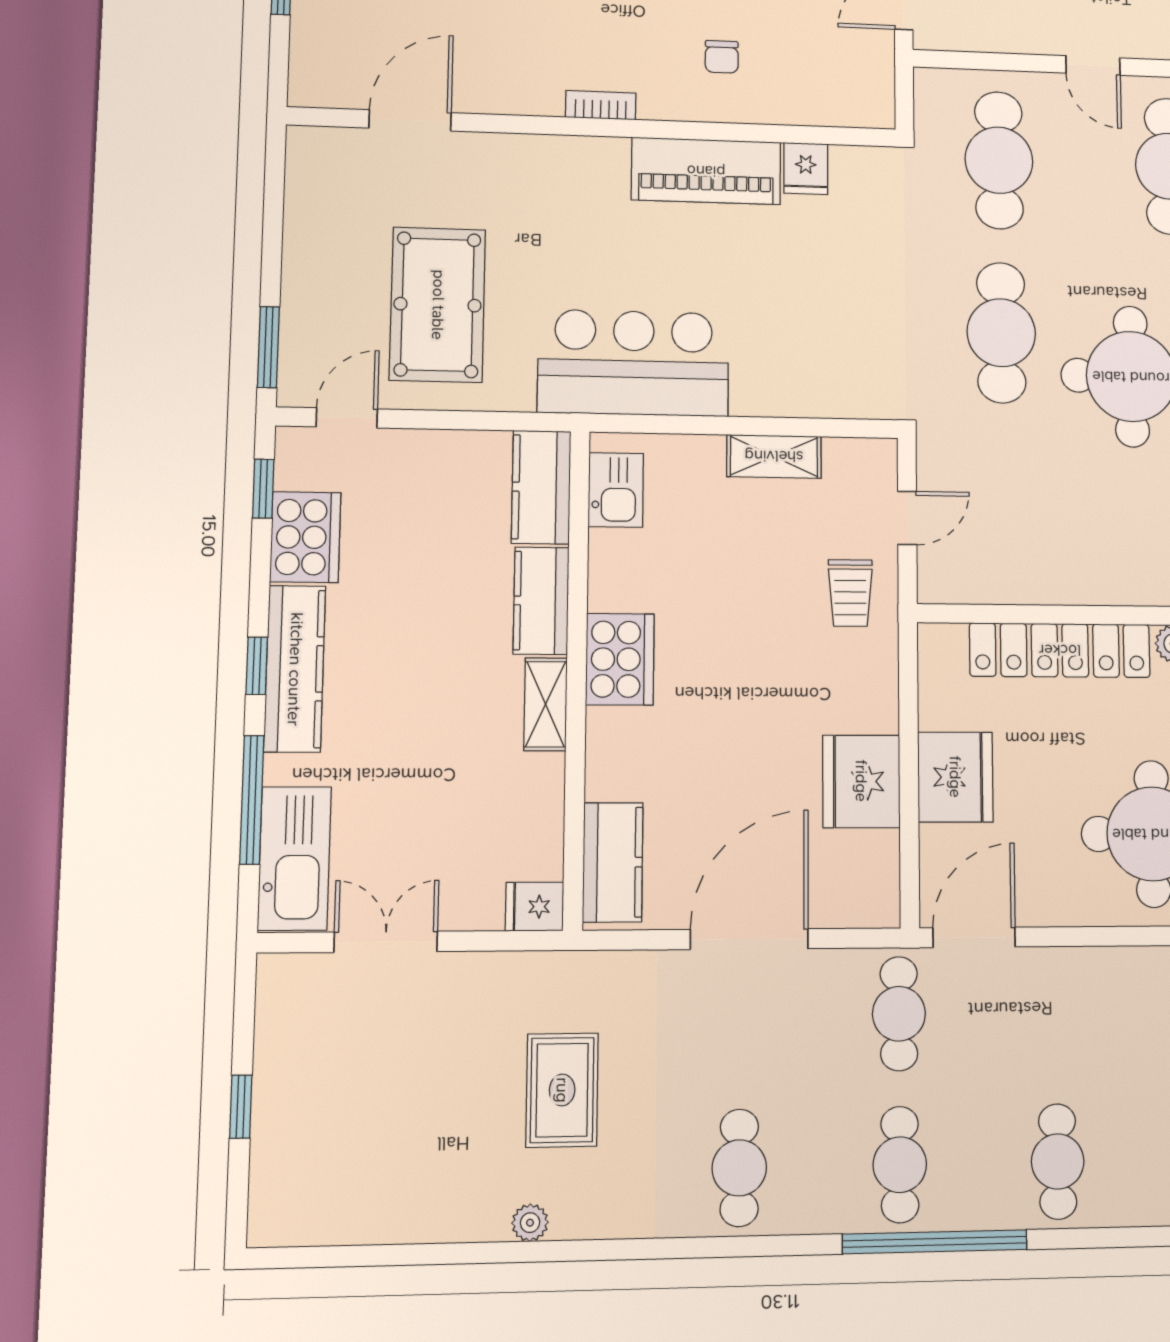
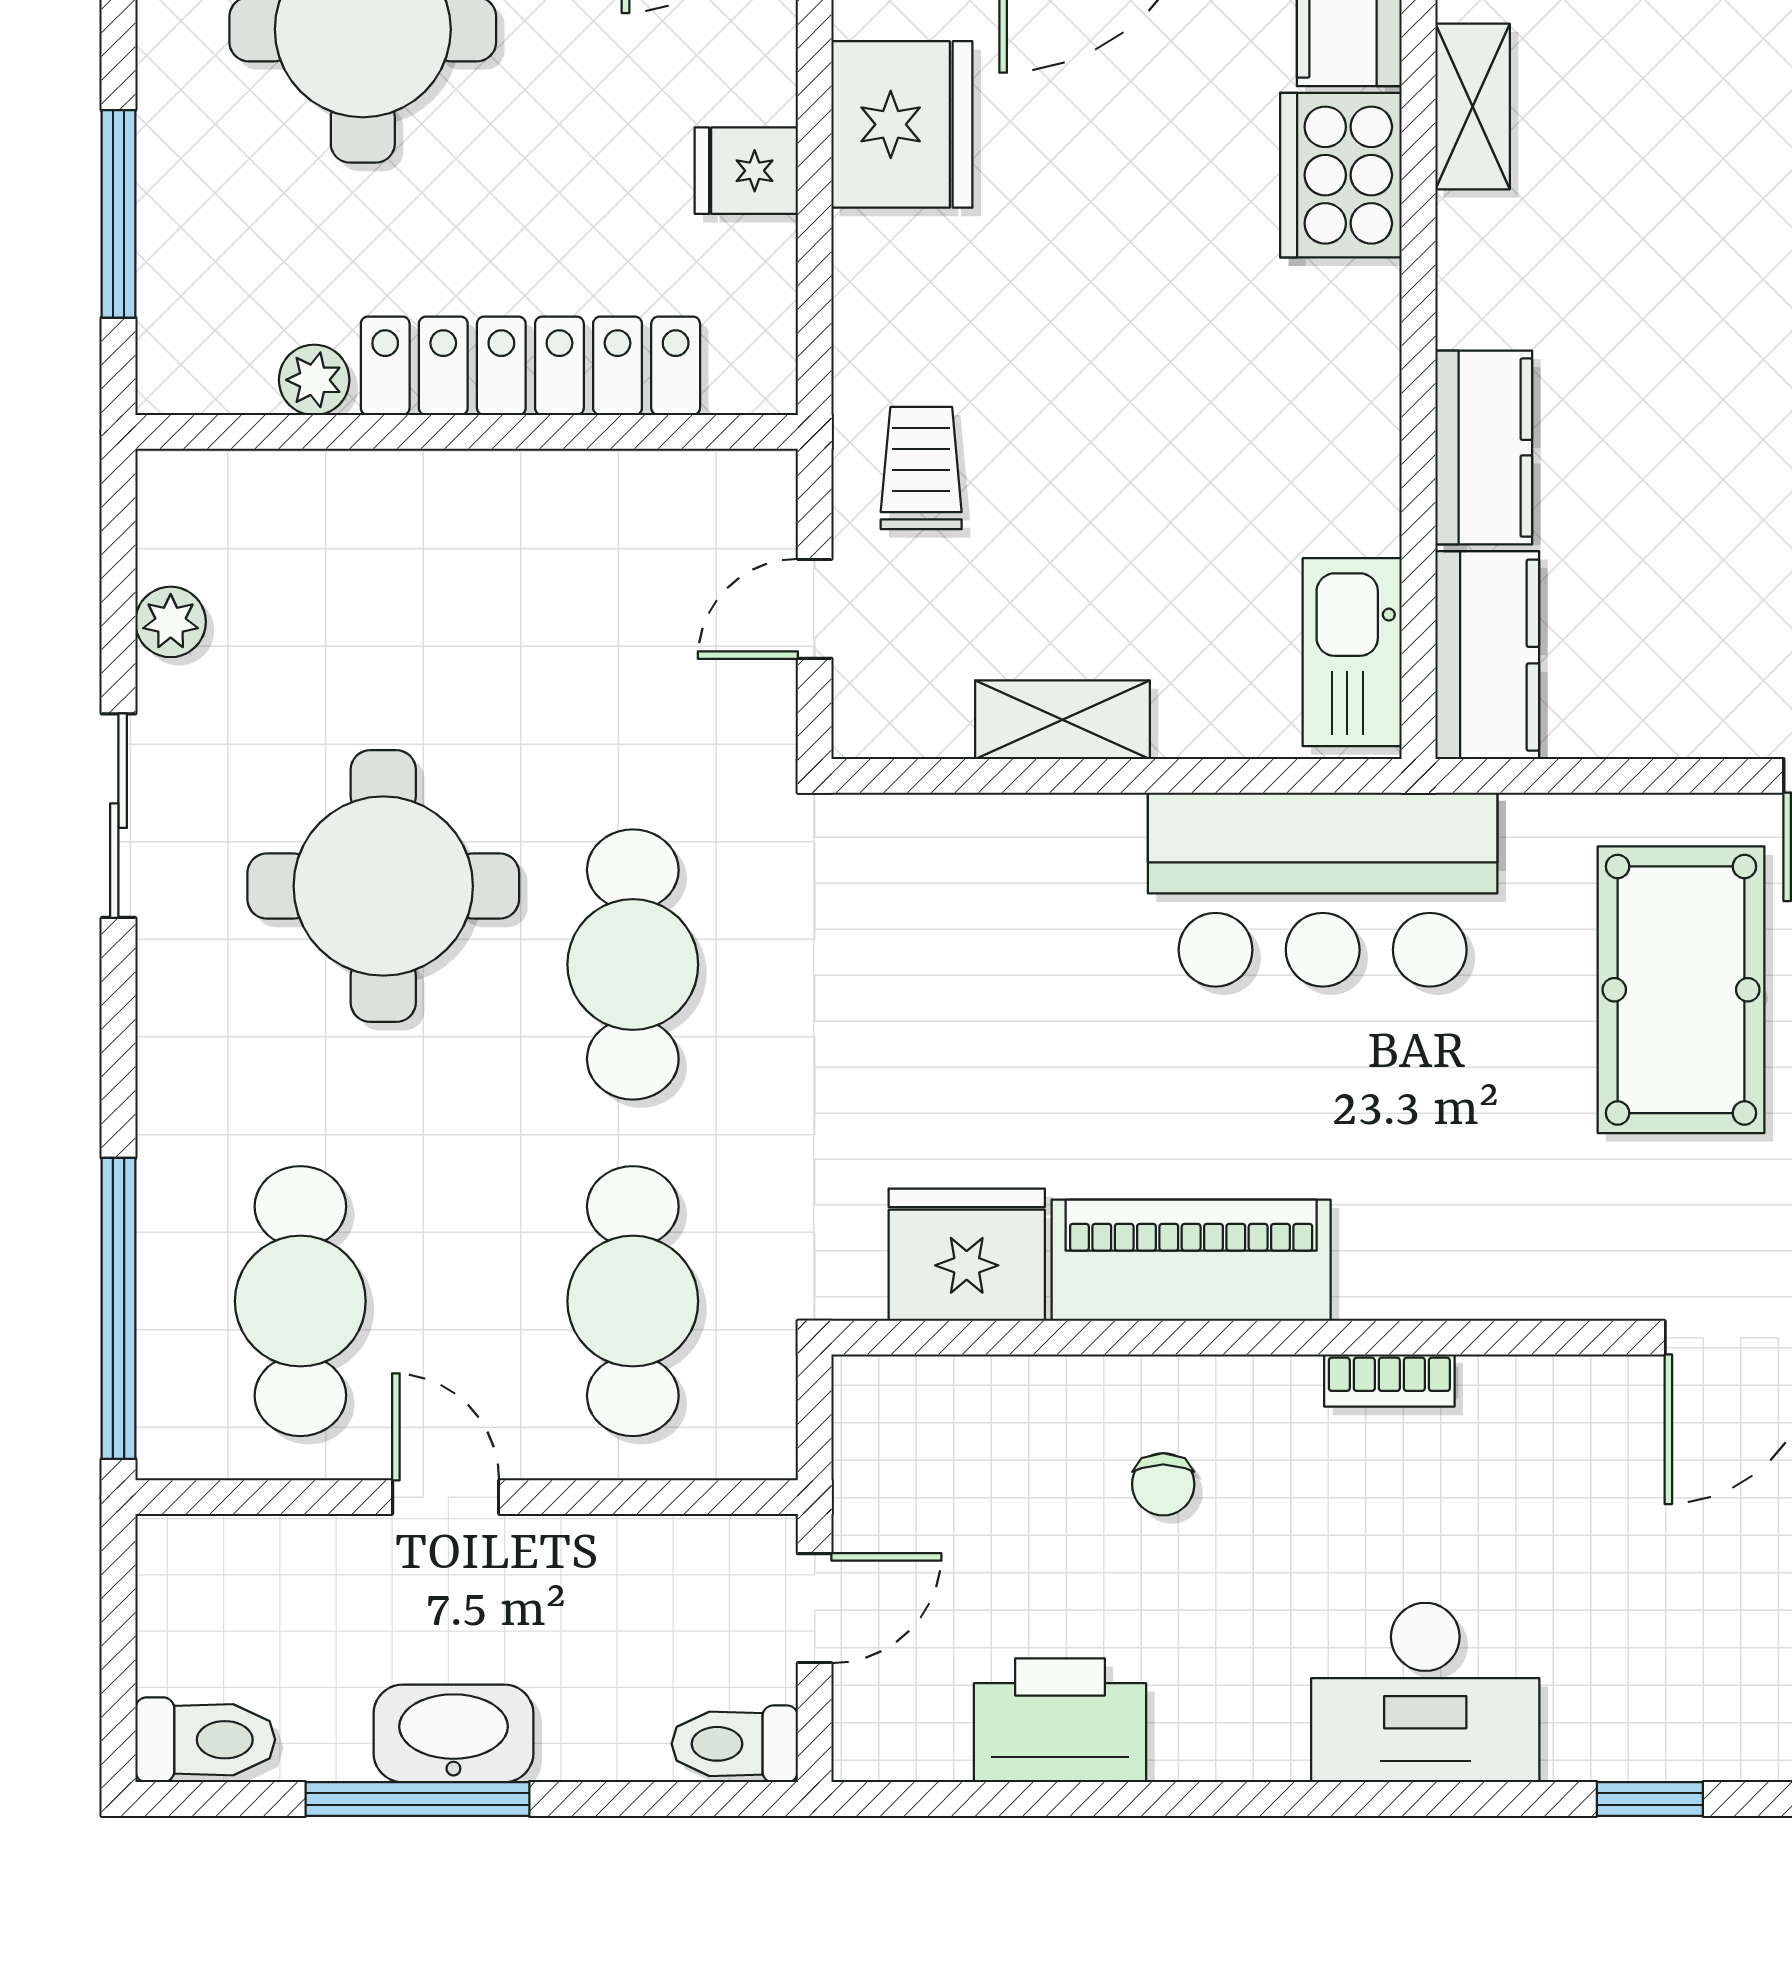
chair: (722, 57) -> (1163, 1484), turned 180
fridge: (806, 169) -> (967, 1255), width x1.88, depth x1.34
kitchen sink: (616, 490) -> (1352, 652), width x1.38
cooker: (620, 659) -> (1341, 175), moved
shelving: (546, 704) -> (1473, 106), moved
fridge: (955, 777) -> (746, 171), width x0.53, depth x0.75

